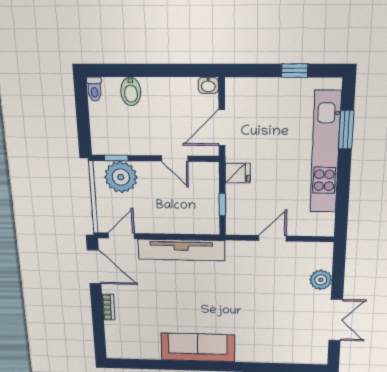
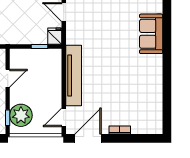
fridge: (238, 173) -> (55, 36), moved
door: (121, 236) -> (64, 117), hinge flipped
sofa: (198, 347) -> (151, 34), moved, width x0.73

